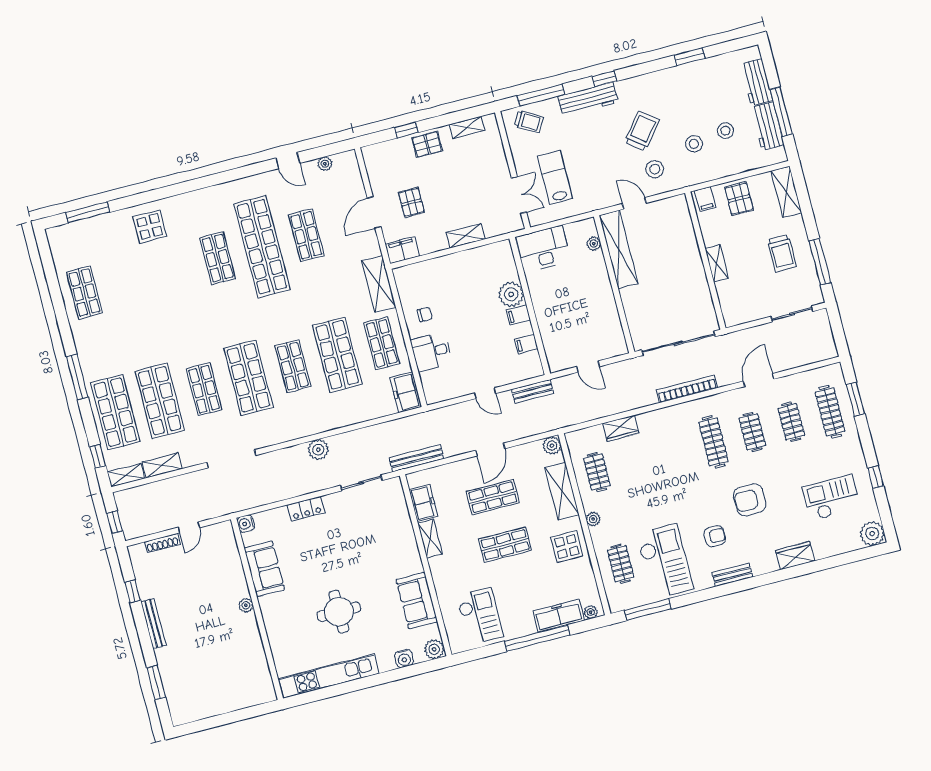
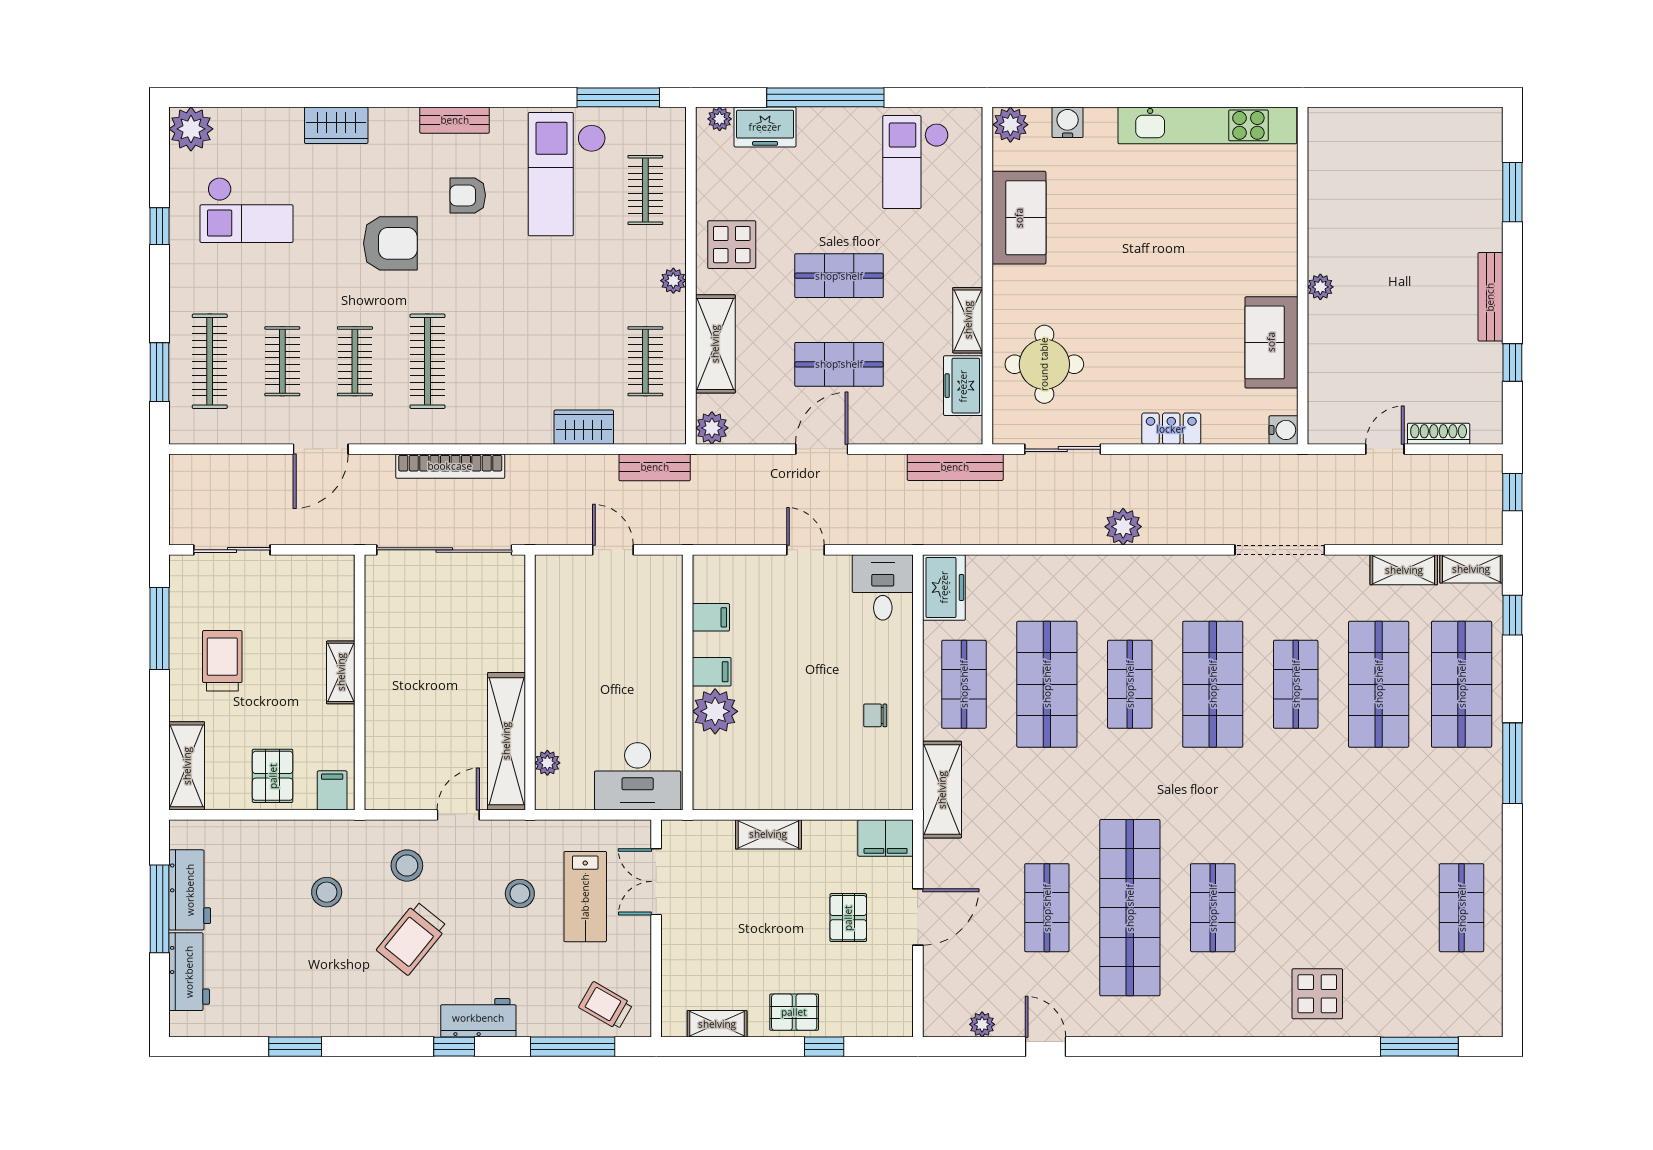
workbench: (588, 99) -> (478, 1018), width x0.73
stool: (725, 131) -> (520, 894), moved
door: (634, 203) -> (458, 815), swing flipped
desk: (432, 352) -> (883, 587), moved, turned -90
bench: (533, 391) -> (655, 467), moved
round table: (339, 612) -> (1044, 364), moved
freezer: (559, 616) -> (765, 127), width x0.71

